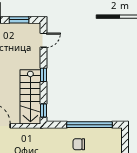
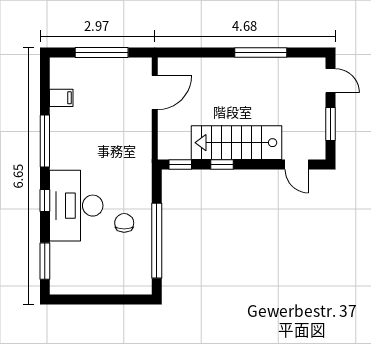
window: (44, 75) -> (222, 164), moved
stairs: (30, 97) -> (236, 143), moved

